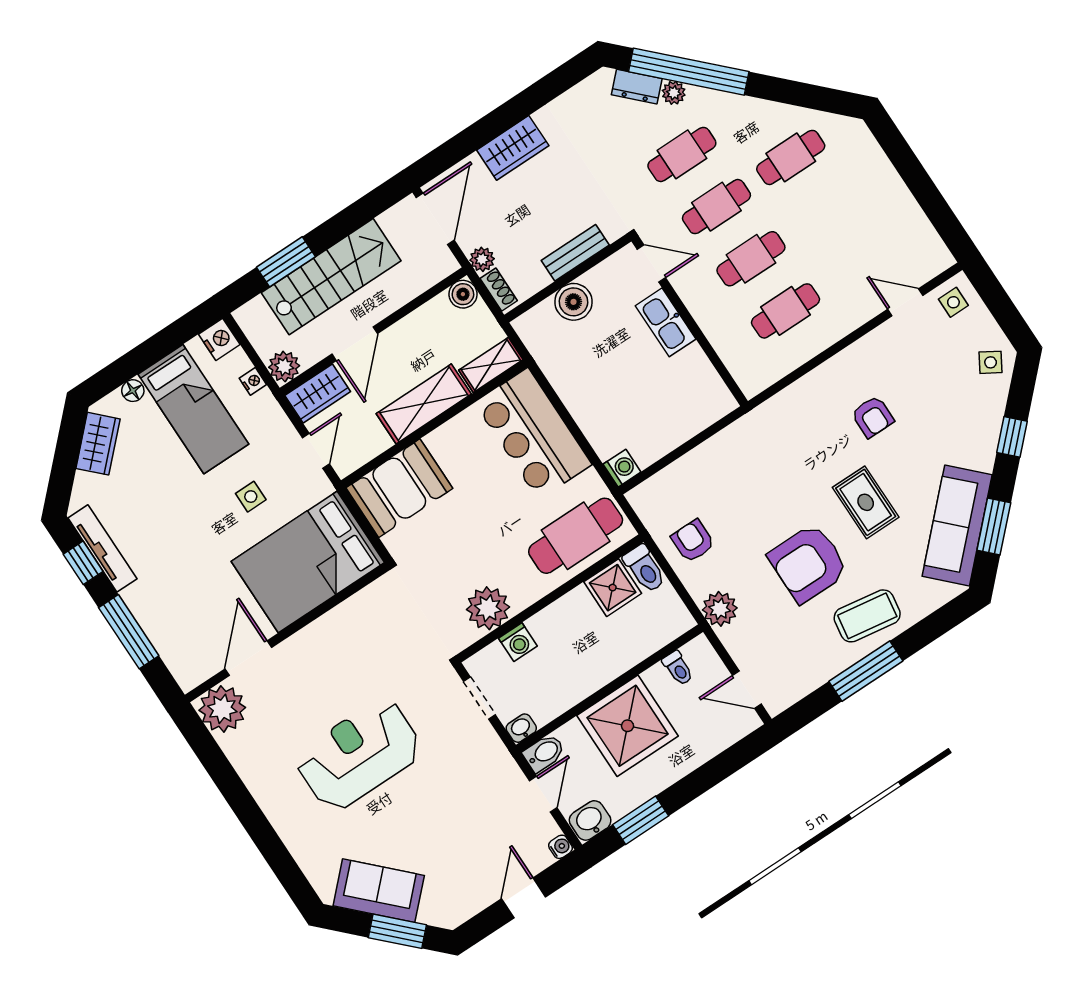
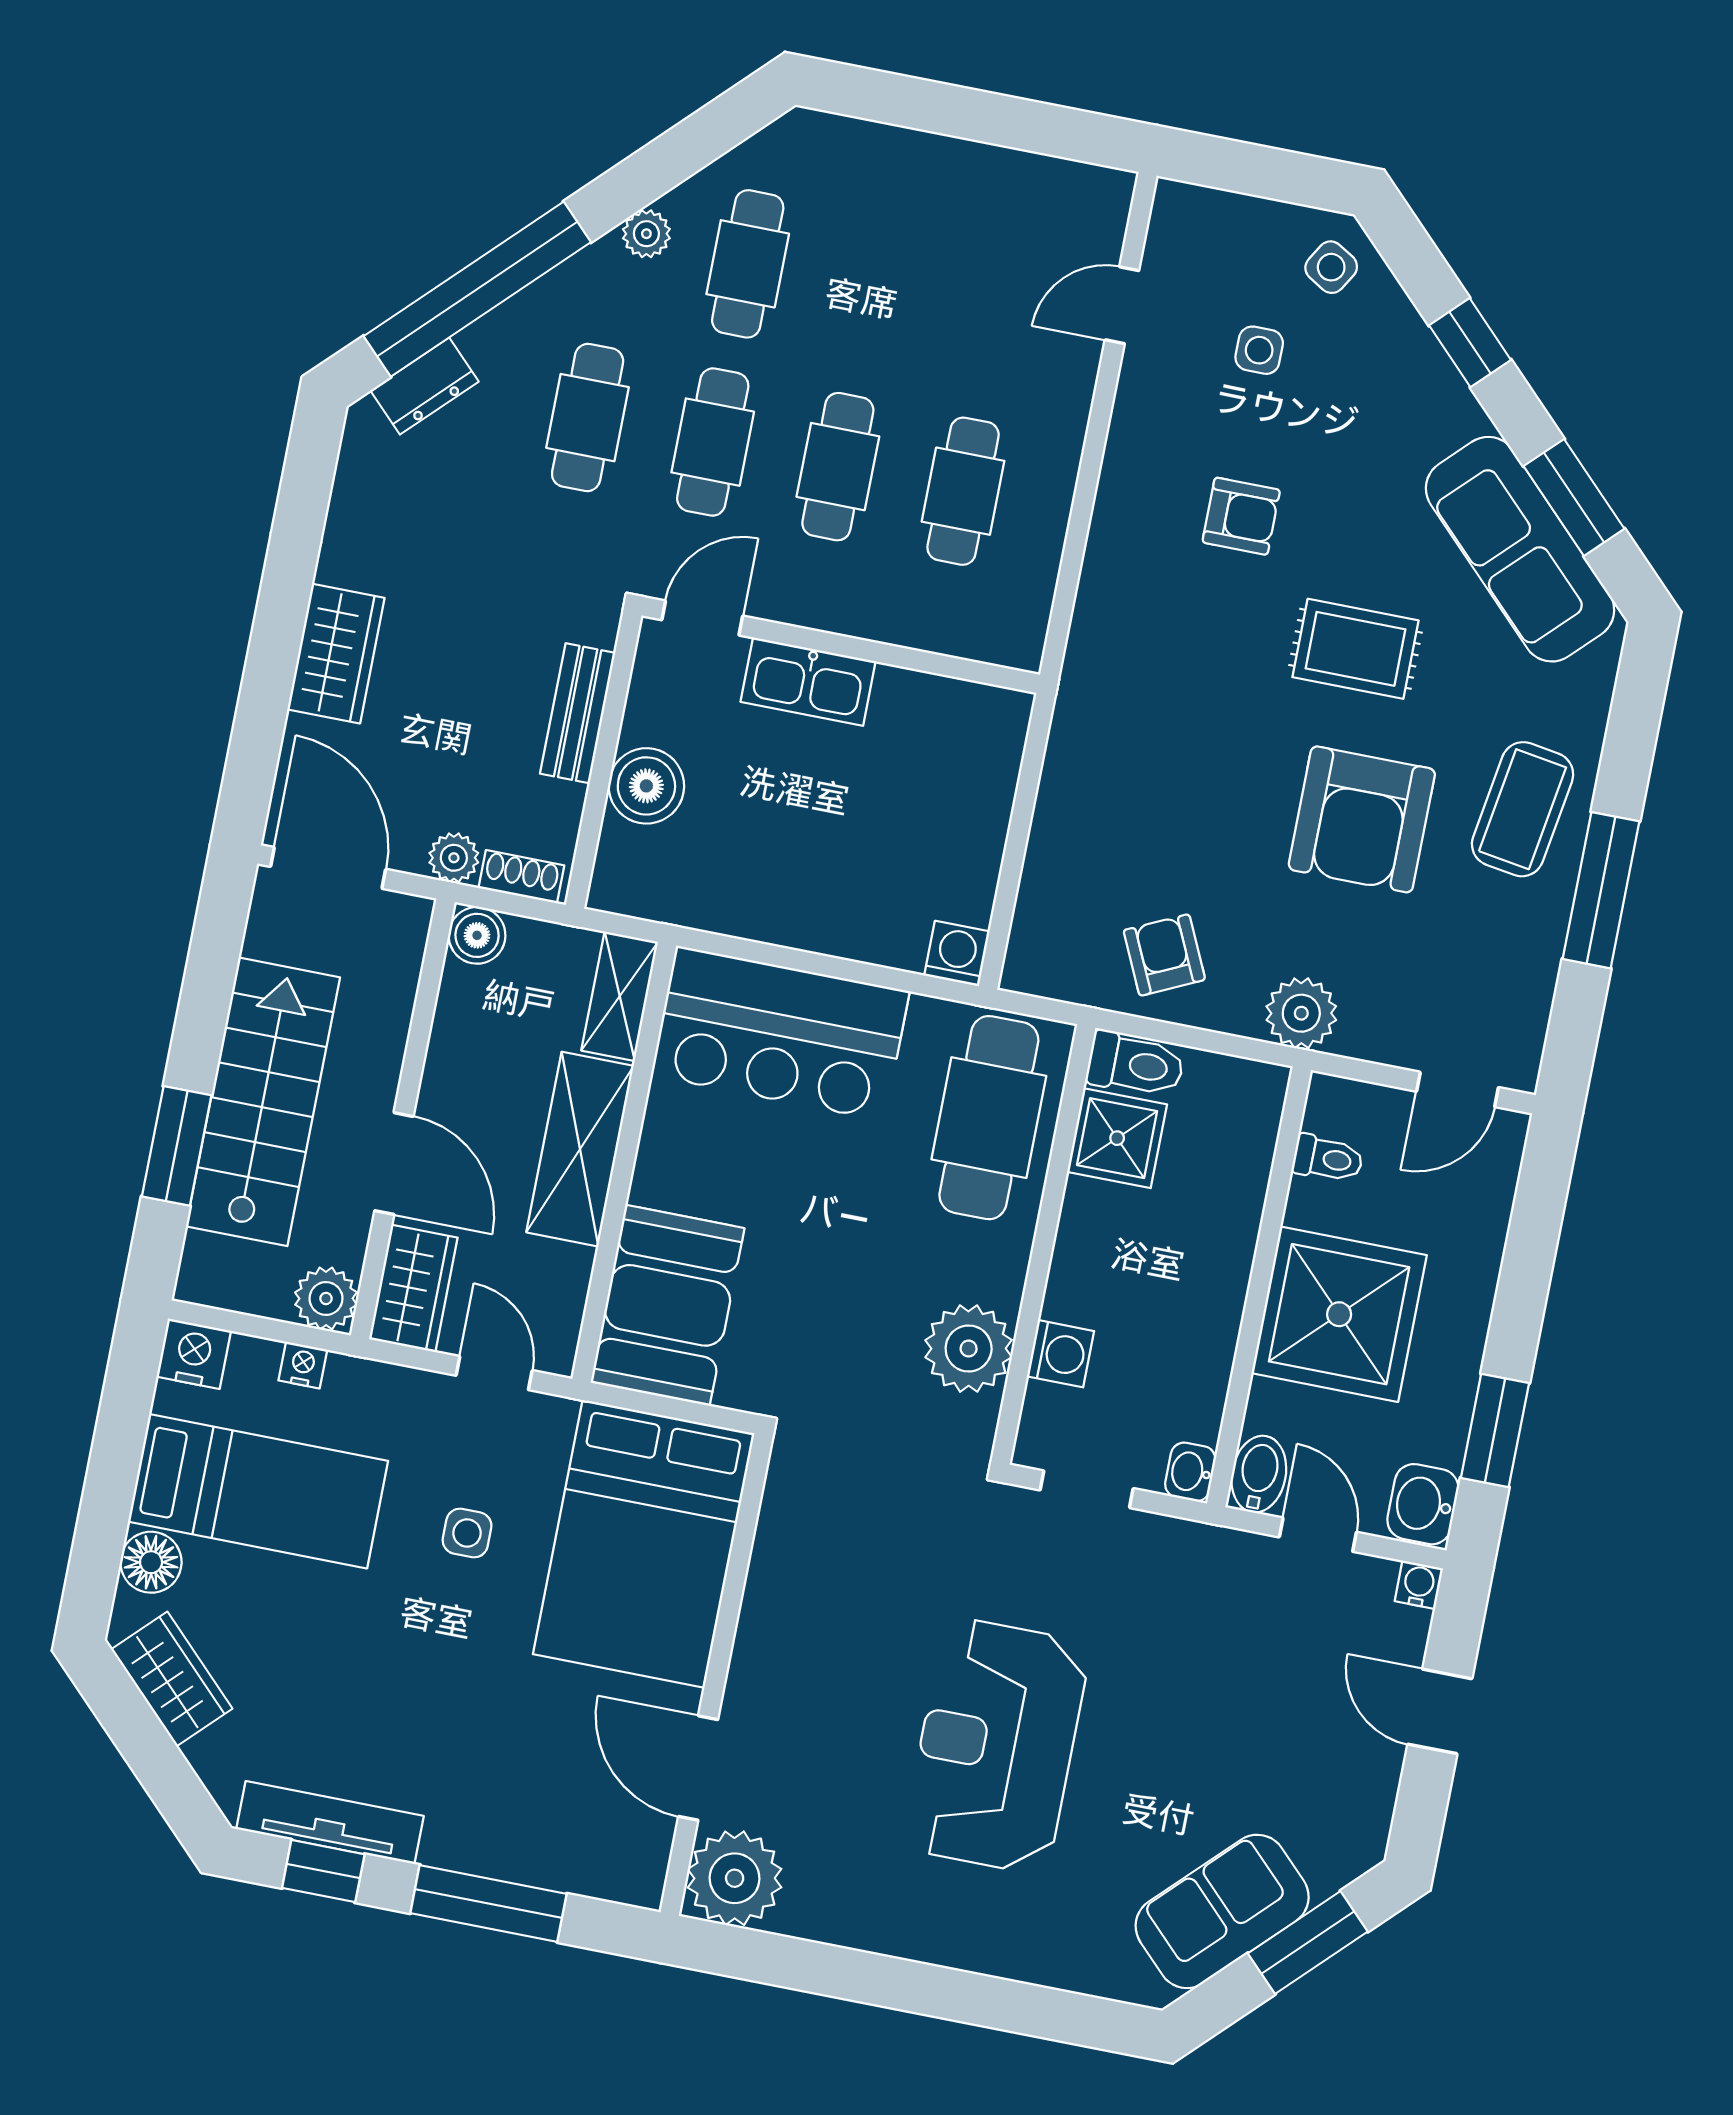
plant: (674, 93) -> (646, 234), moved
side table: (953, 302) -> (1259, 350), moved
floor lamp: (133, 391) -> (151, 1562), width x1.37, depth x1.37
armchair: (693, 541) -> (1164, 955), turned 65

